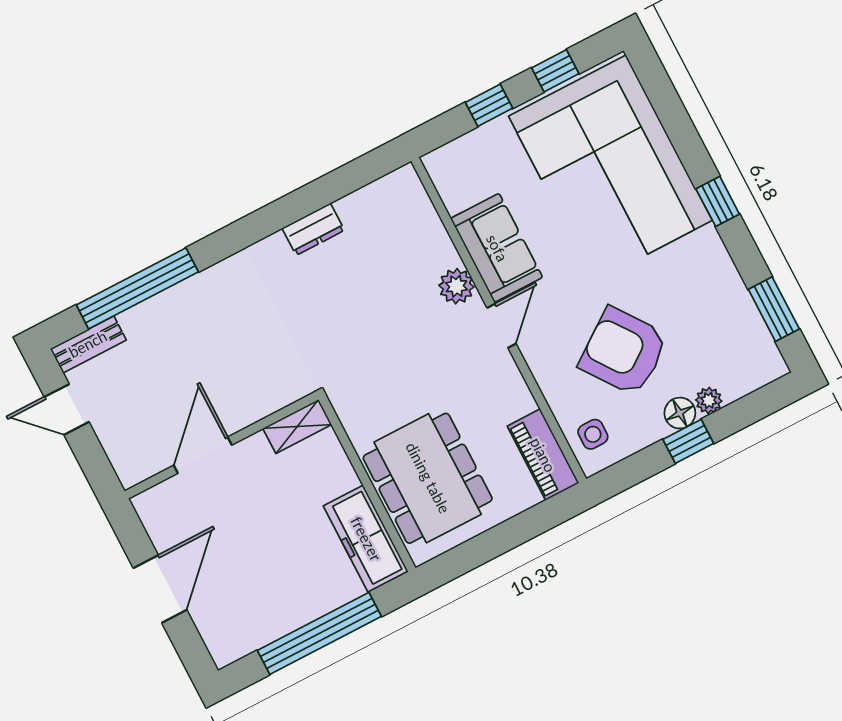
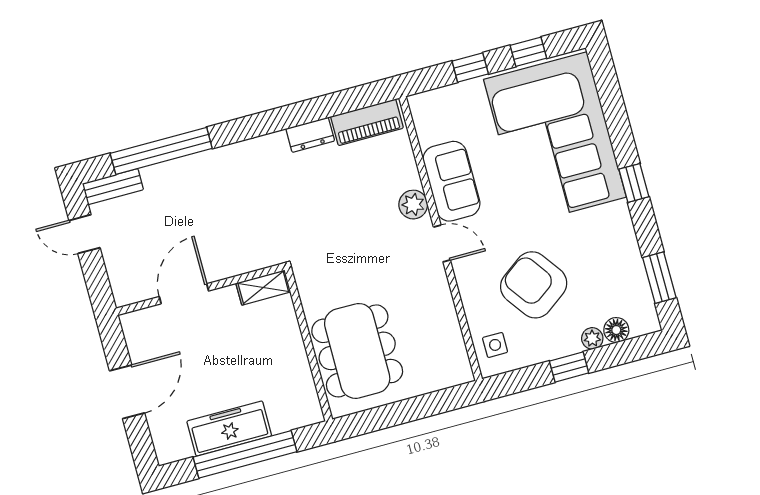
door: (502, 326) -> (442, 243), hinge flipped
floor lamp: (680, 413) -> (616, 330), moved
piano: (543, 455) -> (367, 122), moved, turned -90
freezer: (366, 539) -> (229, 429), moved, turned 90

